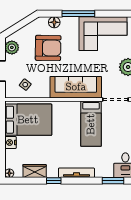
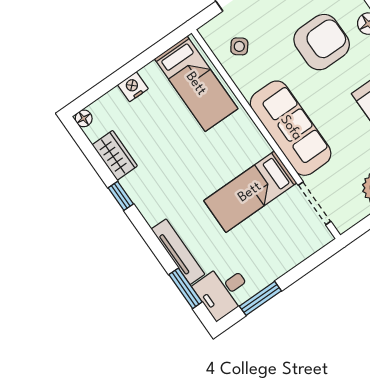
armchair: (48, 48) -> (322, 42), turned -91
bed: (28, 120) -> (196, 84), width x0.67
tv unit: (76, 173) -> (178, 252), moved

